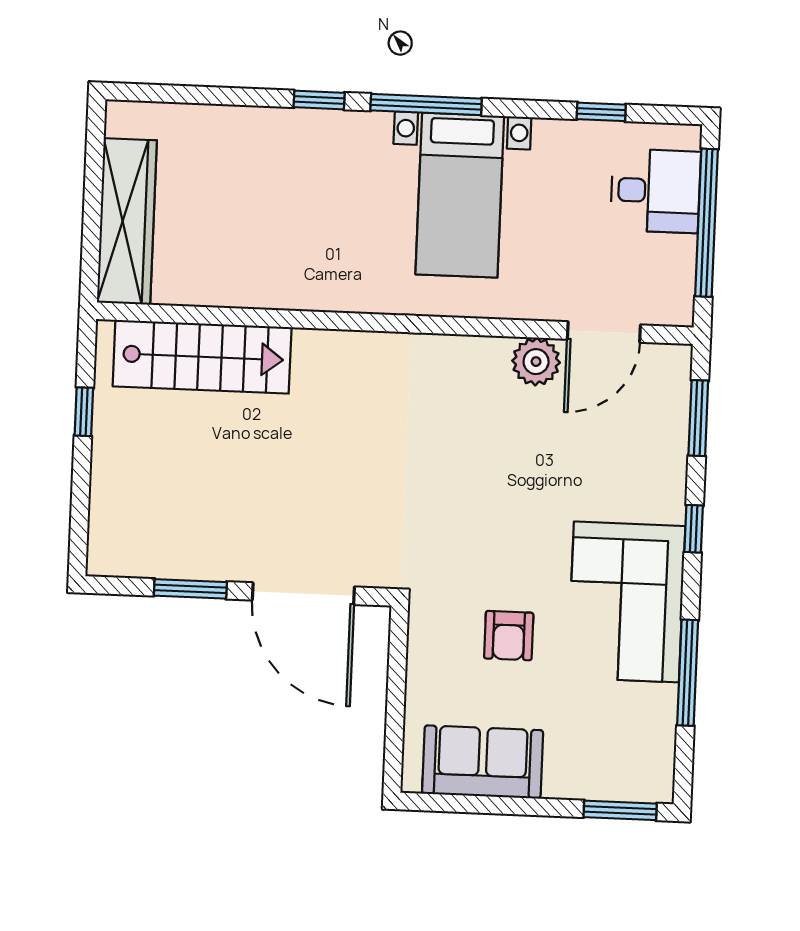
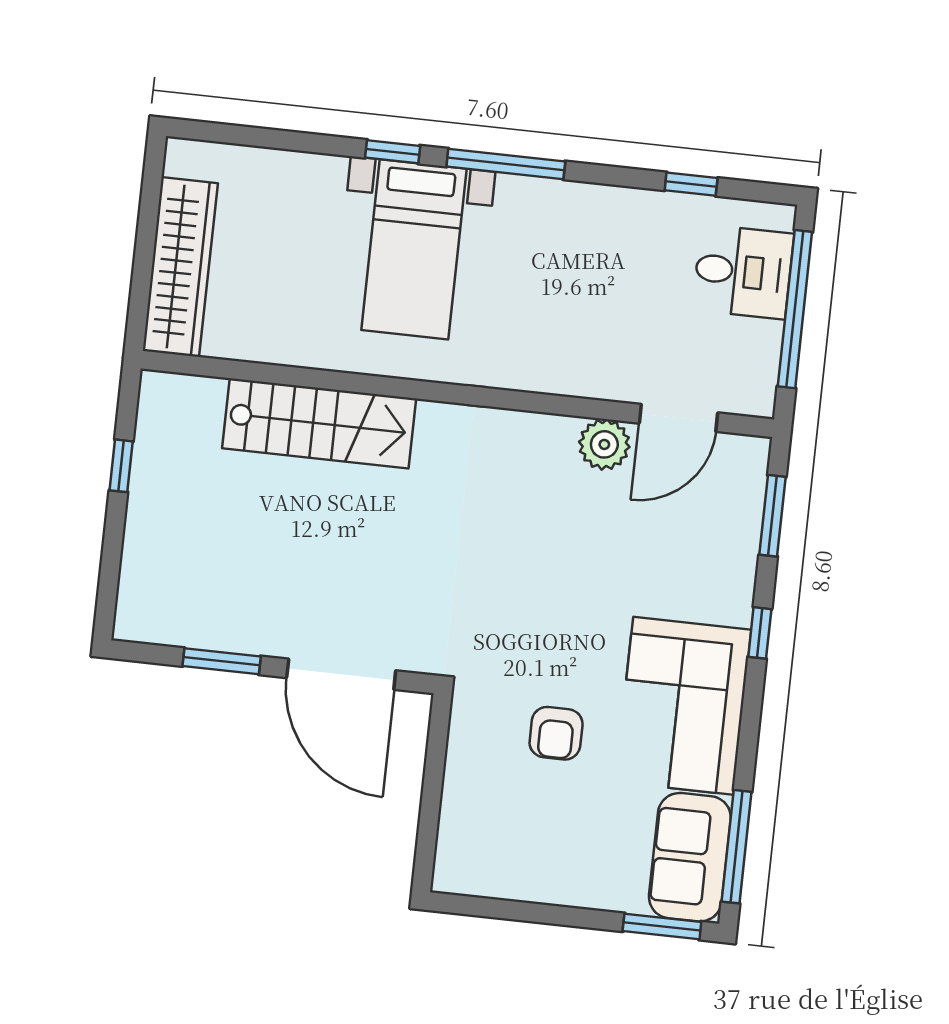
bed with nightstands: (460, 195) -> (414, 249), moved
stairs: (202, 357) -> (319, 423), moved
window: (688, 673) -> (737, 847), moved
sofa: (483, 762) -> (690, 857), moved, turned -90

